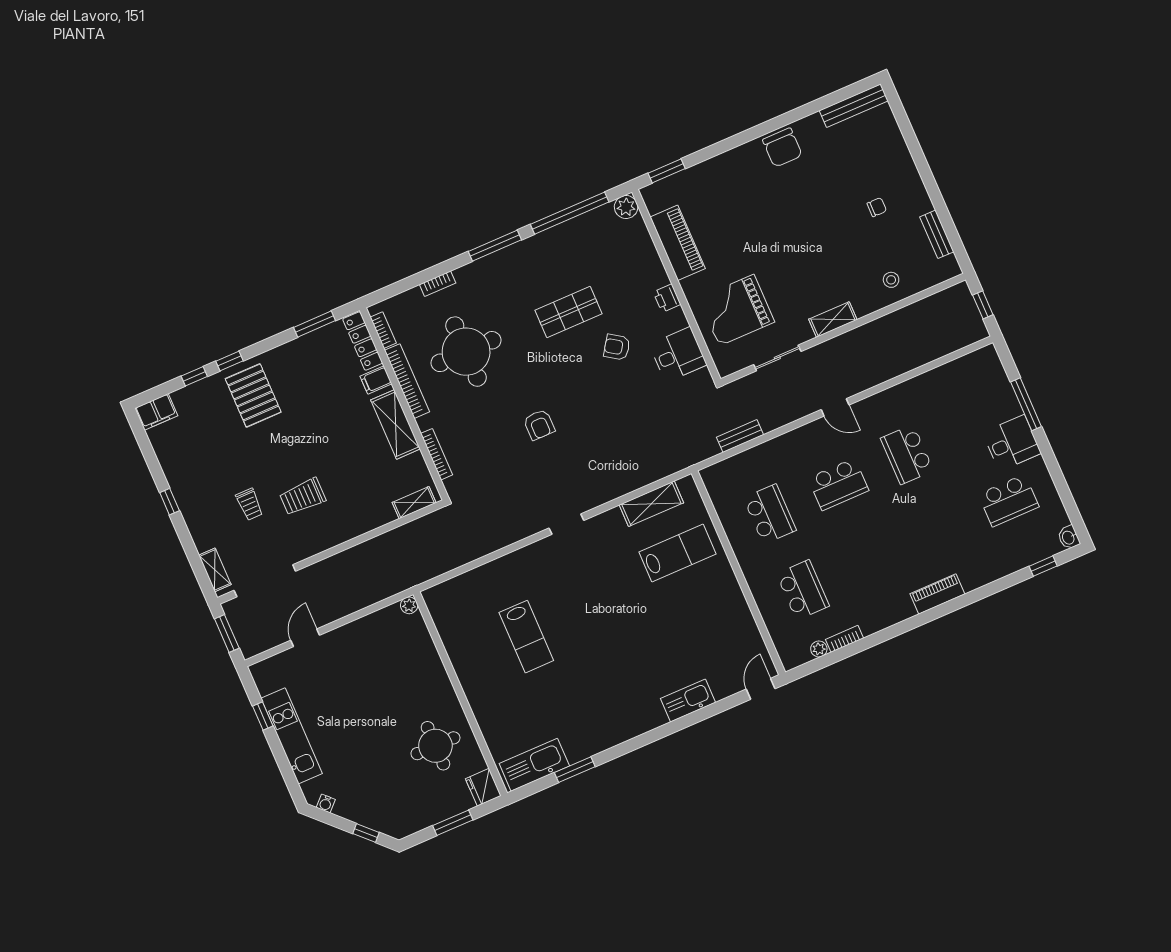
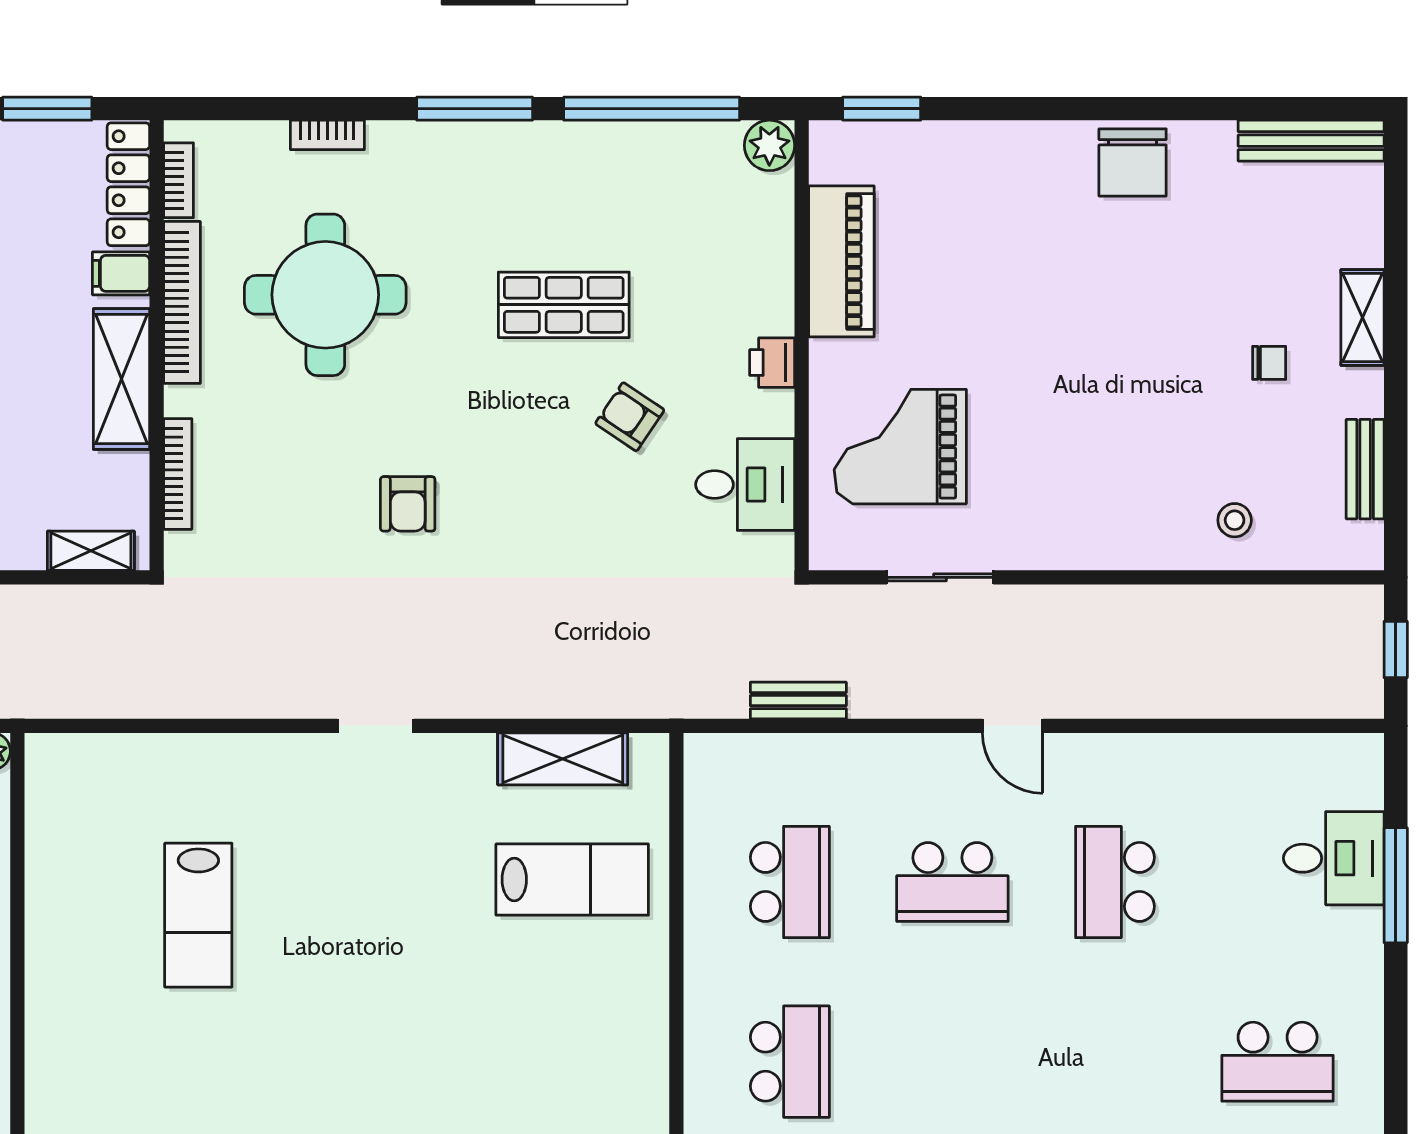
shelving: (833, 319) -> (1363, 318), moved, turned 90
desk: (1012, 443) -> (1334, 858), moved

